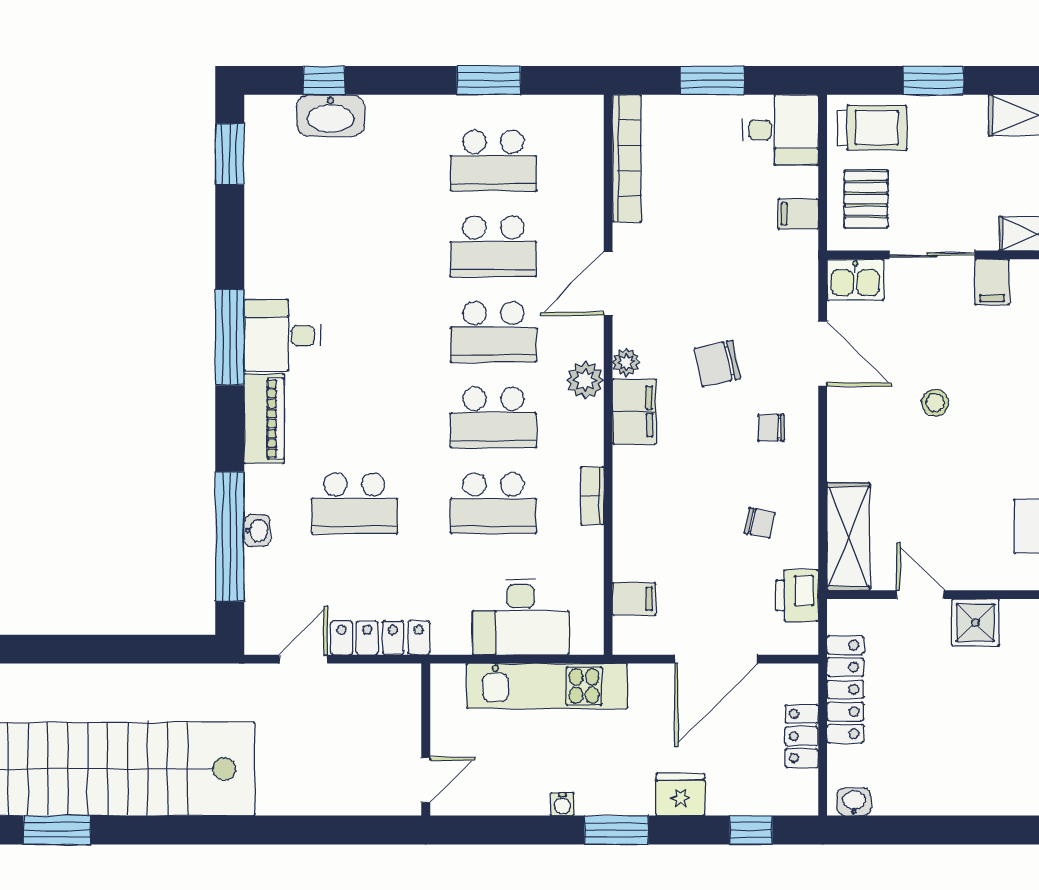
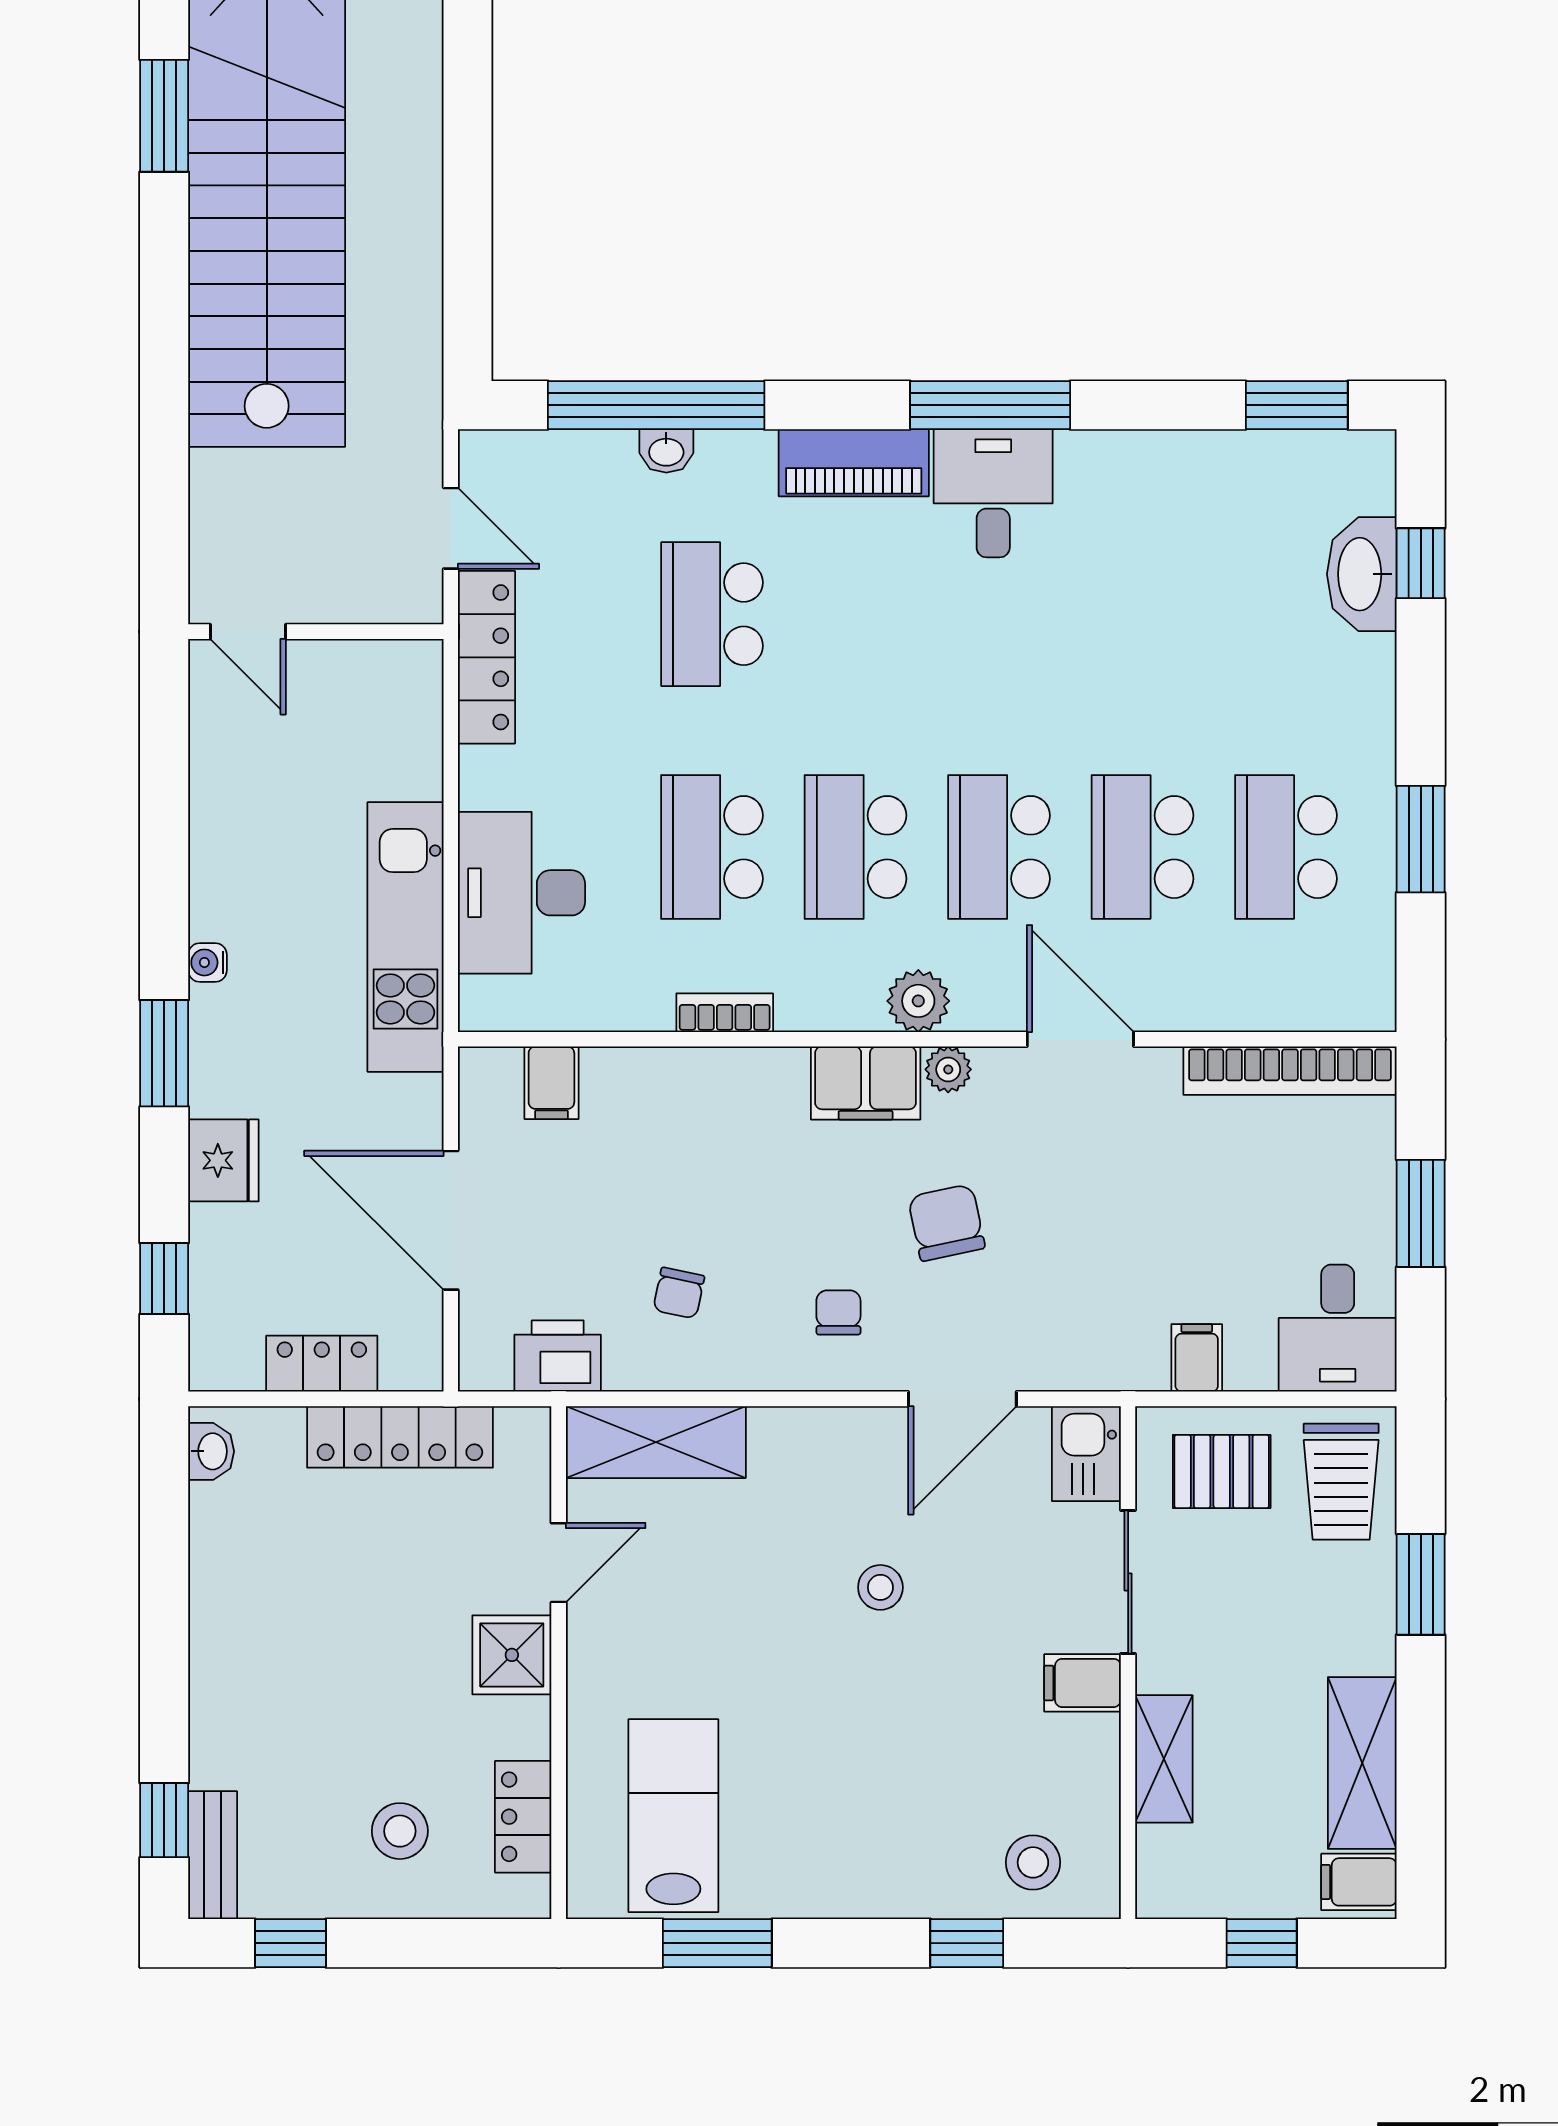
wall: (426, 740) -> (316, 632), moved
door: (426, 780) -> (248, 632), moved

